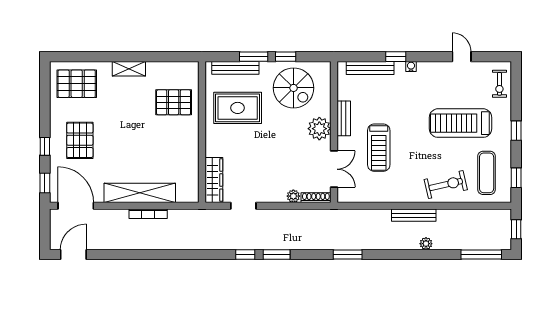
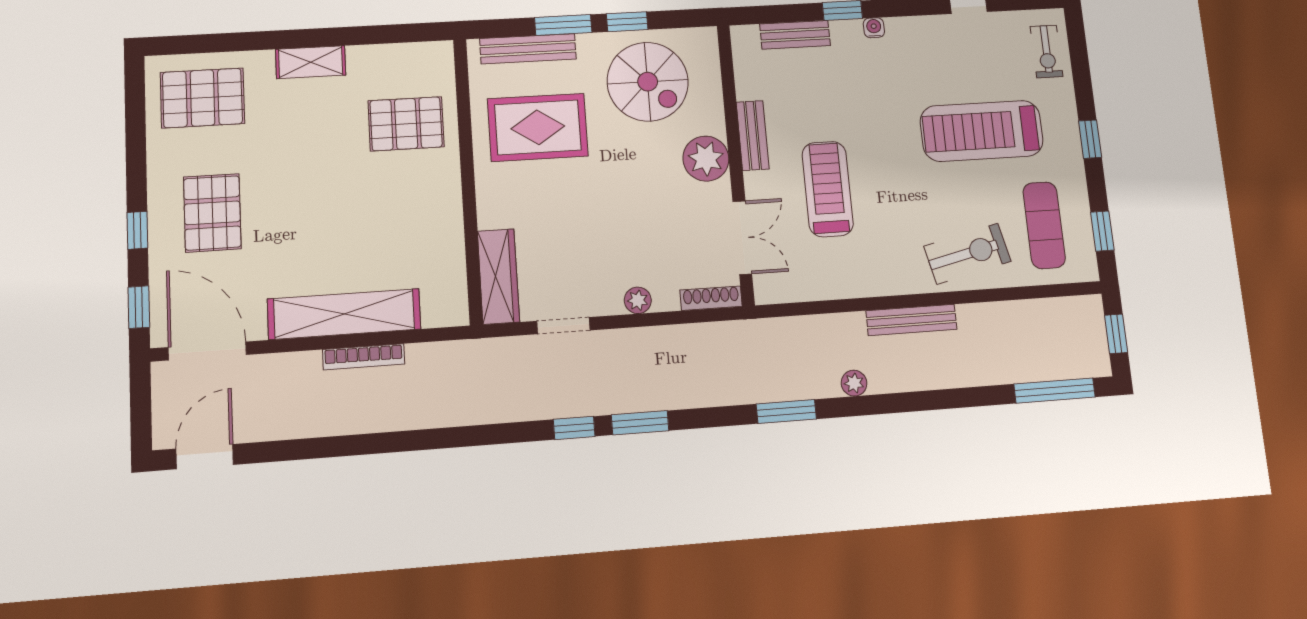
bench: (370, 68) -> (795, 35), width x0.73
treadmill: (379, 148) -> (828, 189), turned 180
plant: (293, 196) -> (638, 300), moved
plant: (426, 244) -> (854, 383), moved

